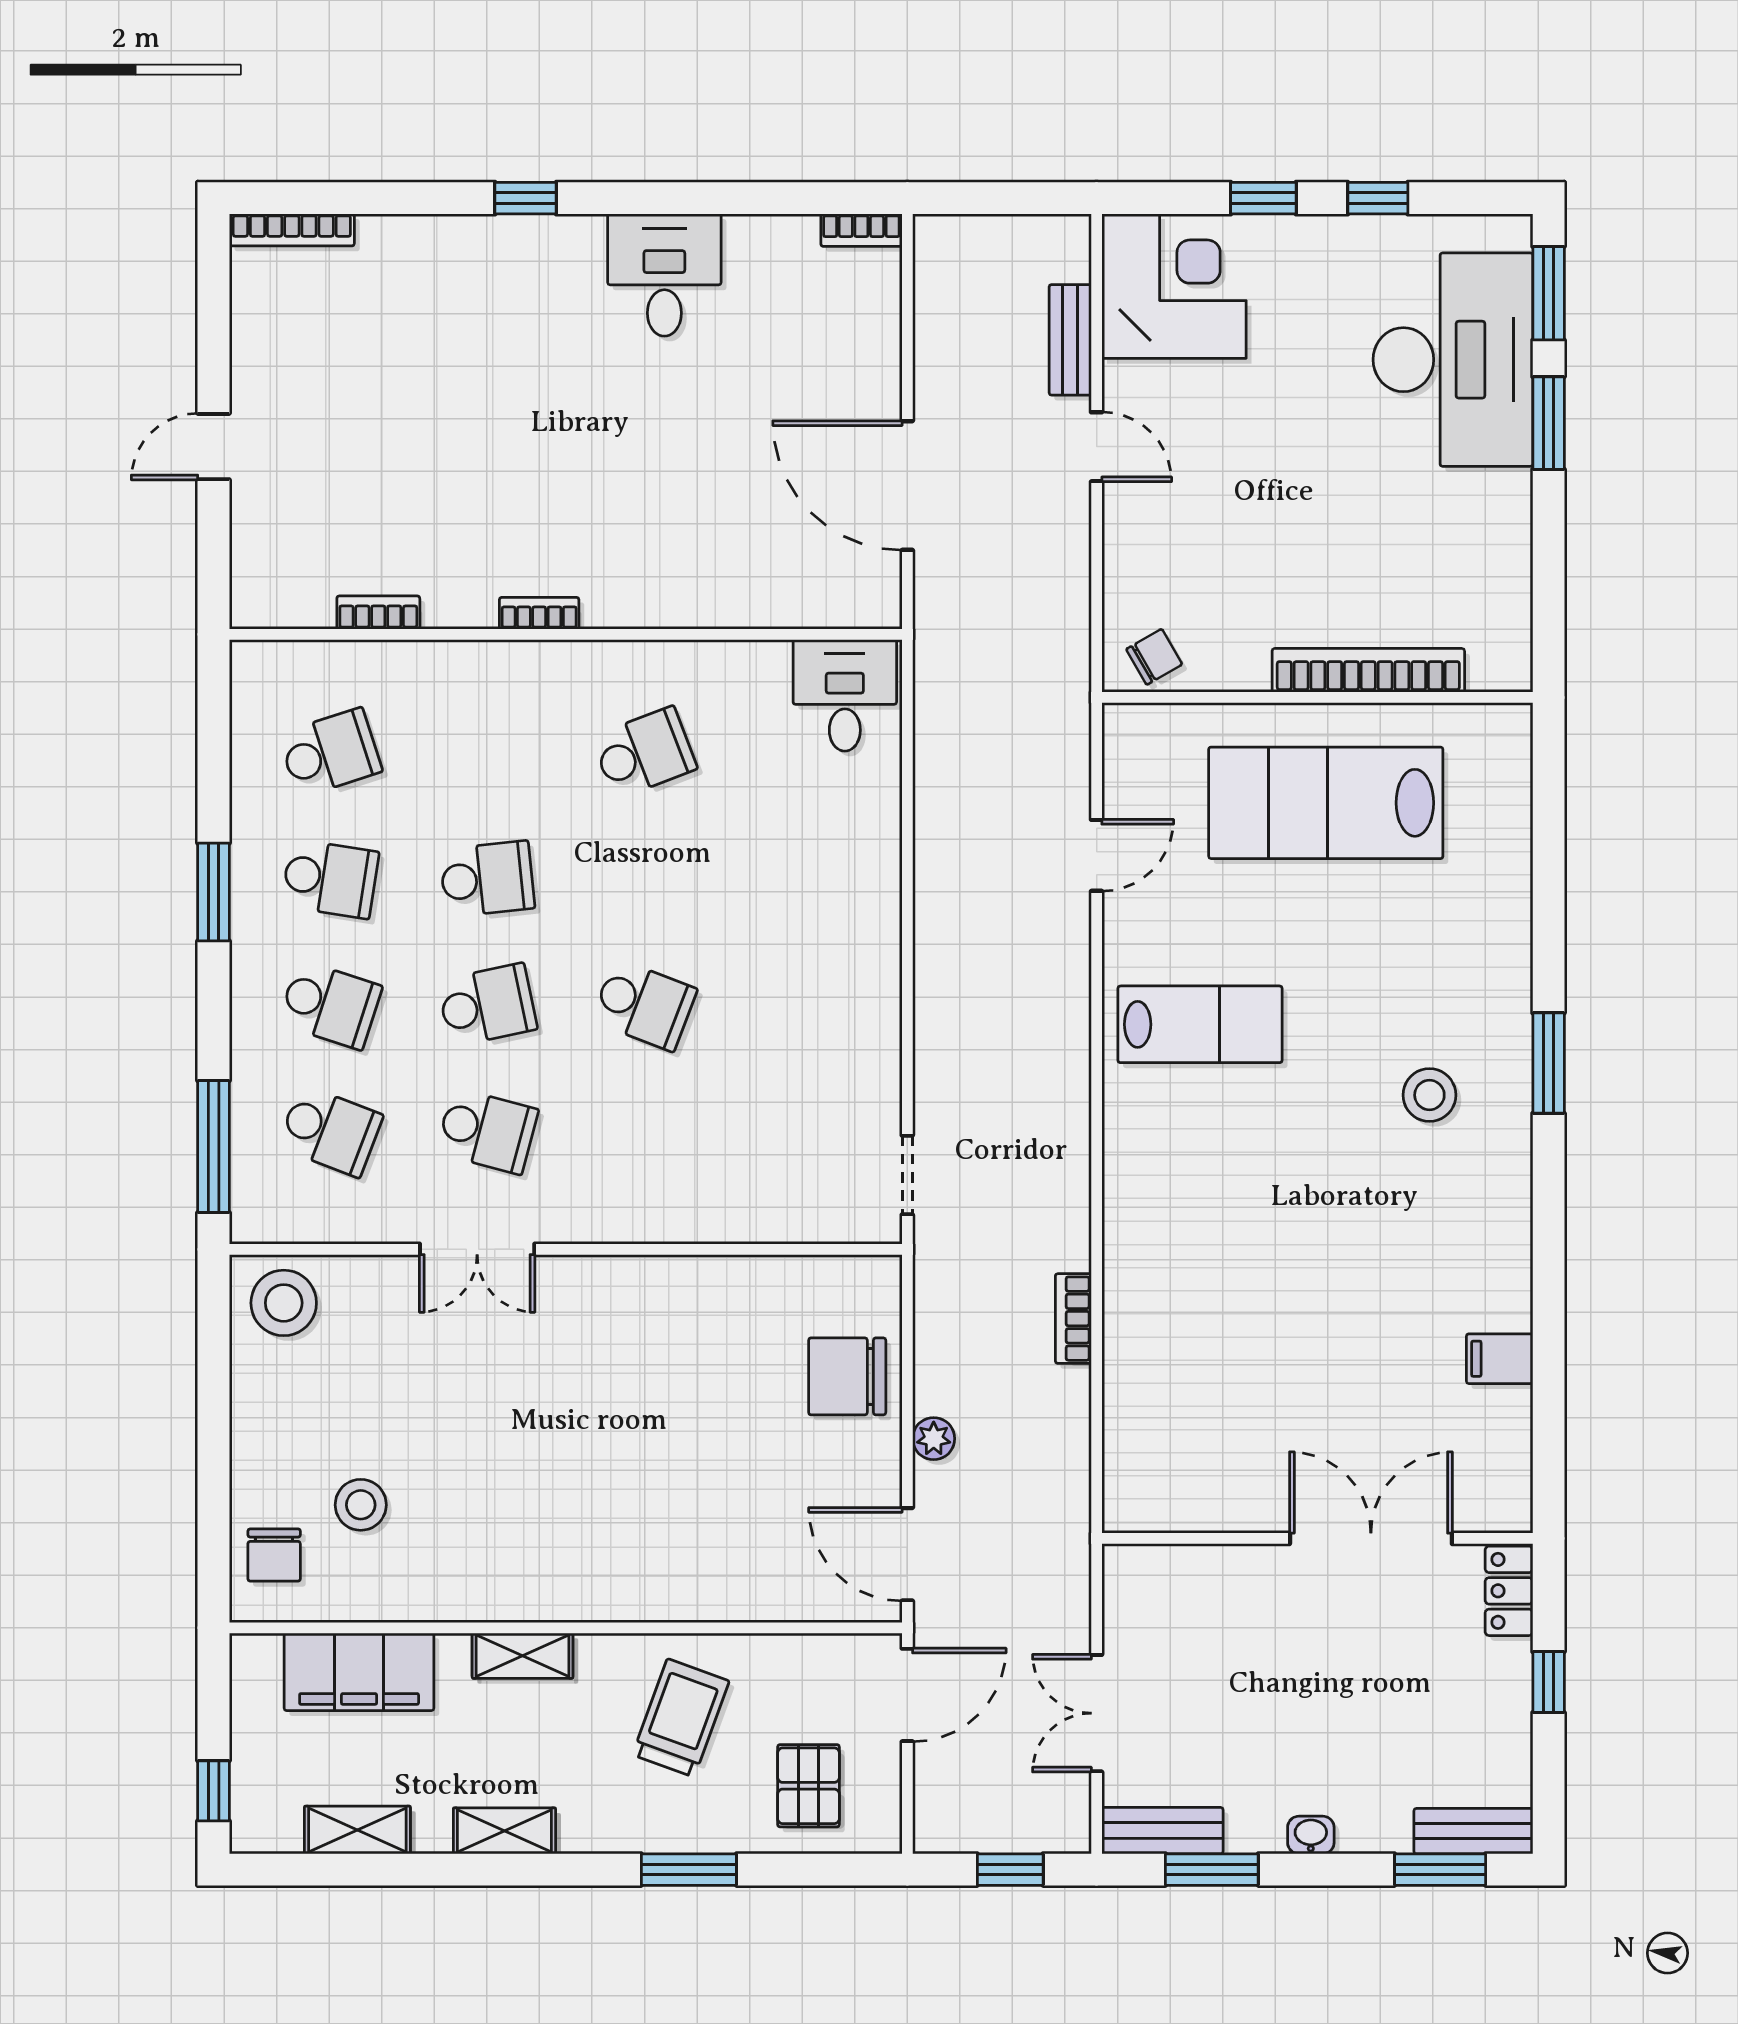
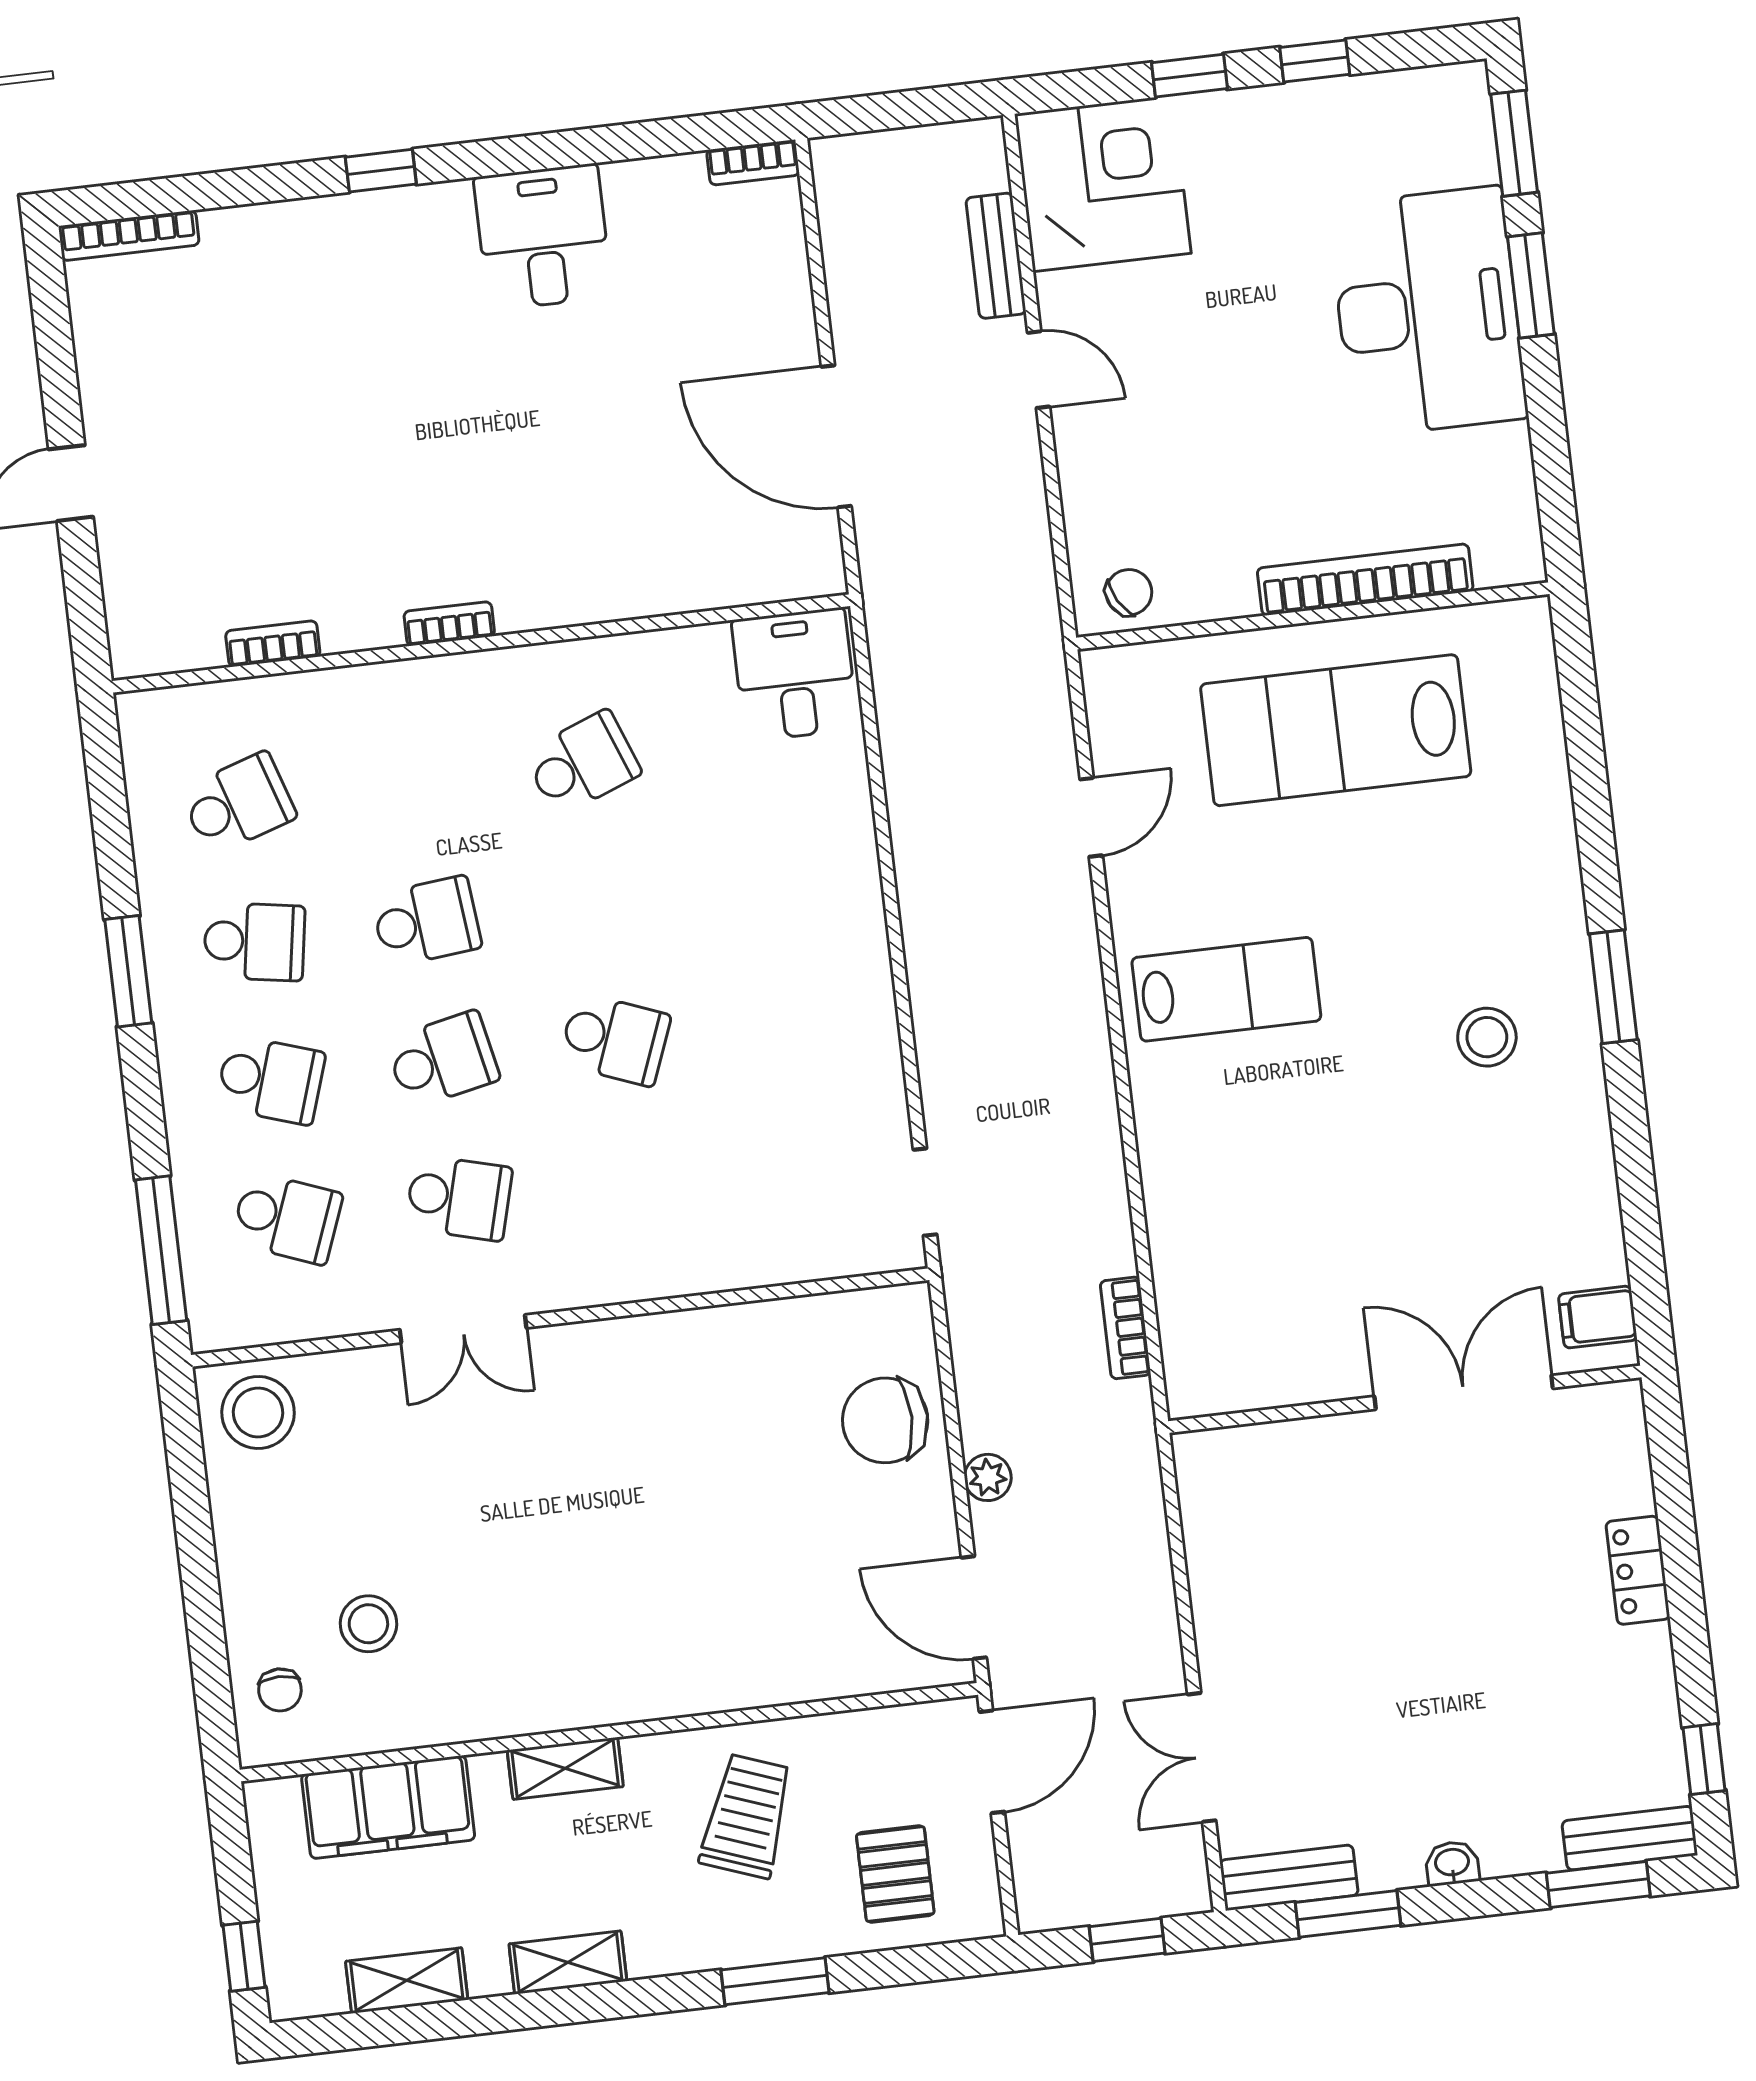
desk: (1453, 360) -> (1428, 312), moved
wall: (1317, 1538) -> (1405, 1399), moved
double door: (1371, 1538) -> (1464, 1392), moved
chair: (274, 1555) -> (280, 1690), width x0.73, depth x0.73
window: (1549, 1682) -> (1704, 1759), moved

